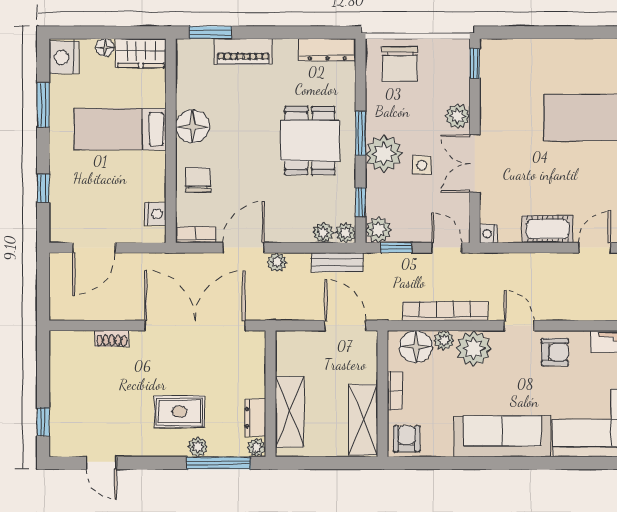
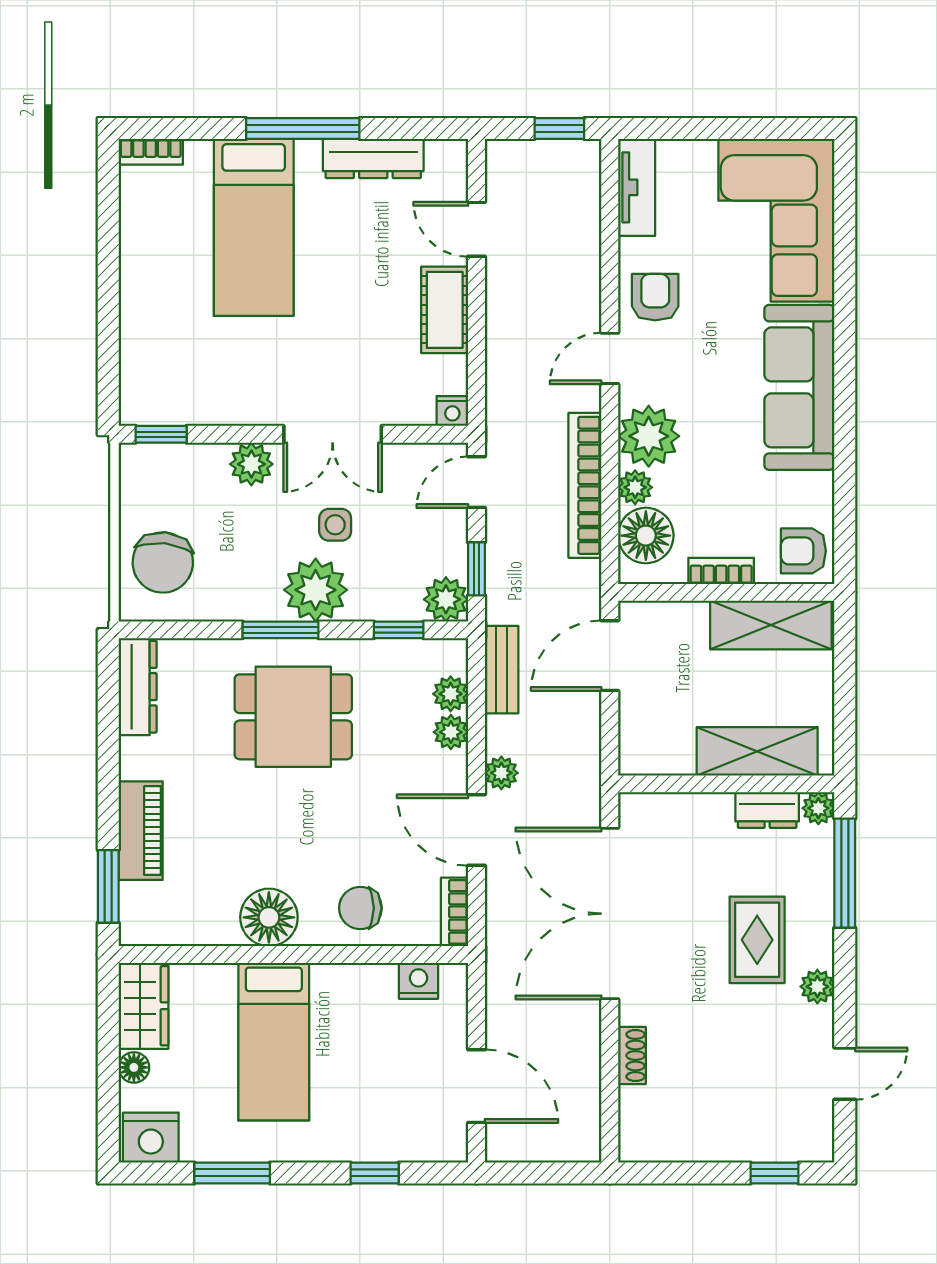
chair: (400, 64) -> (163, 562), turned 96
plant: (346, 233) -> (451, 732), moved
plant: (198, 447) -> (817, 987), moved

